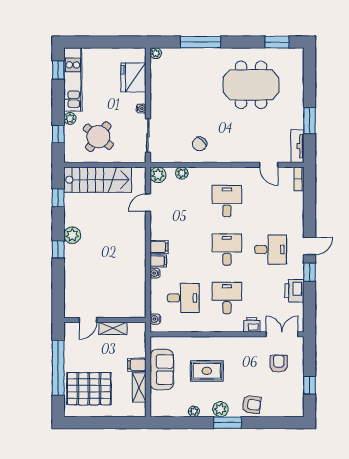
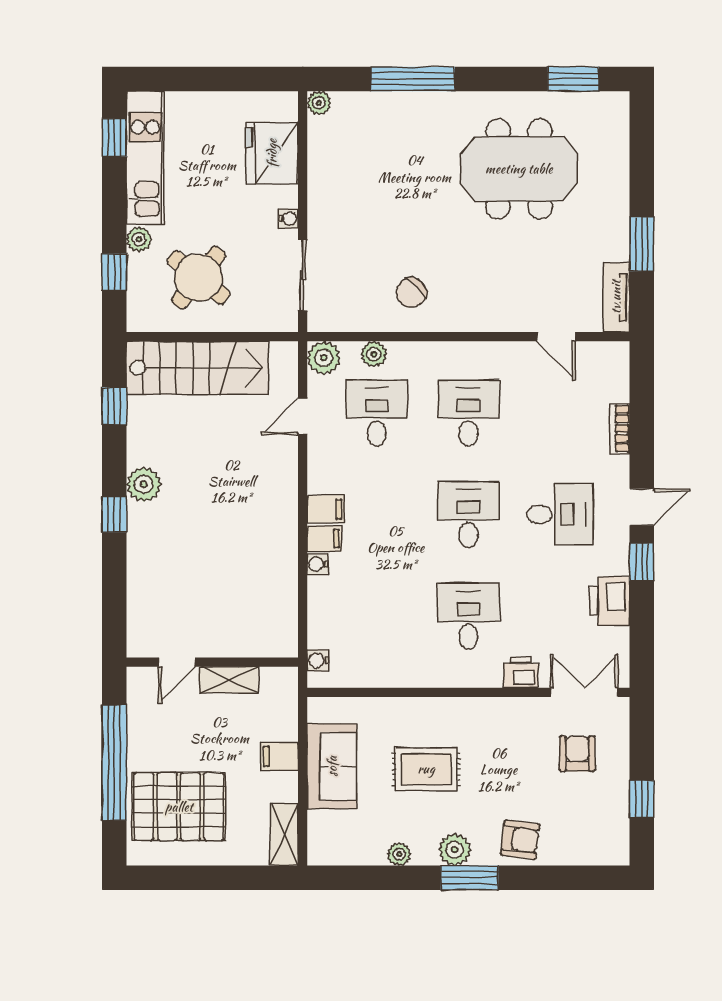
bookcase: (299, 179) -> (620, 429), moved
desk: (183, 298) -> (377, 413), moved, turned -90
shelving: (139, 387) -> (284, 834), moved

